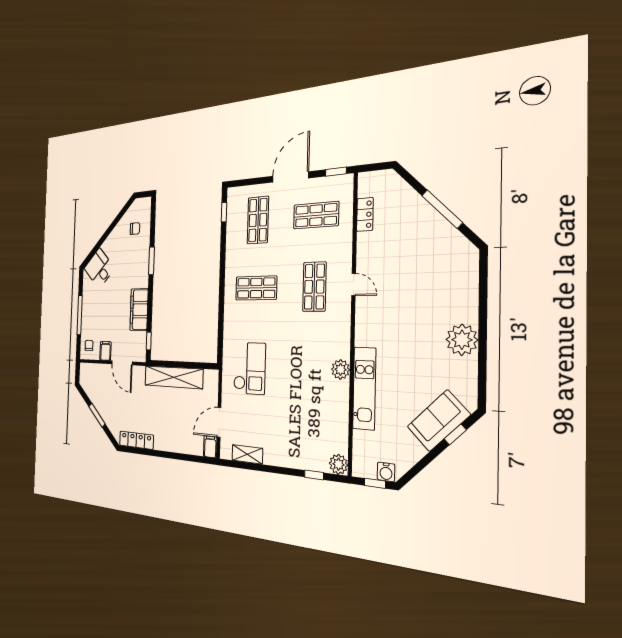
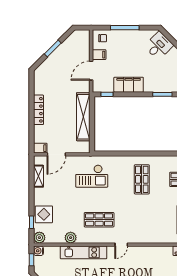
door: (354, 285) -> (121, 245), moved
shop shelf: (314, 287) -> (99, 220), moved
plant: (341, 369) -> (71, 238), moved
door: (219, 422) -> (56, 154), swing flipped
locker: (136, 440) -> (38, 110), moved
display table: (302, 452) -> (44, 214), added
water cooler: (386, 472) -> (38, 251), moved

